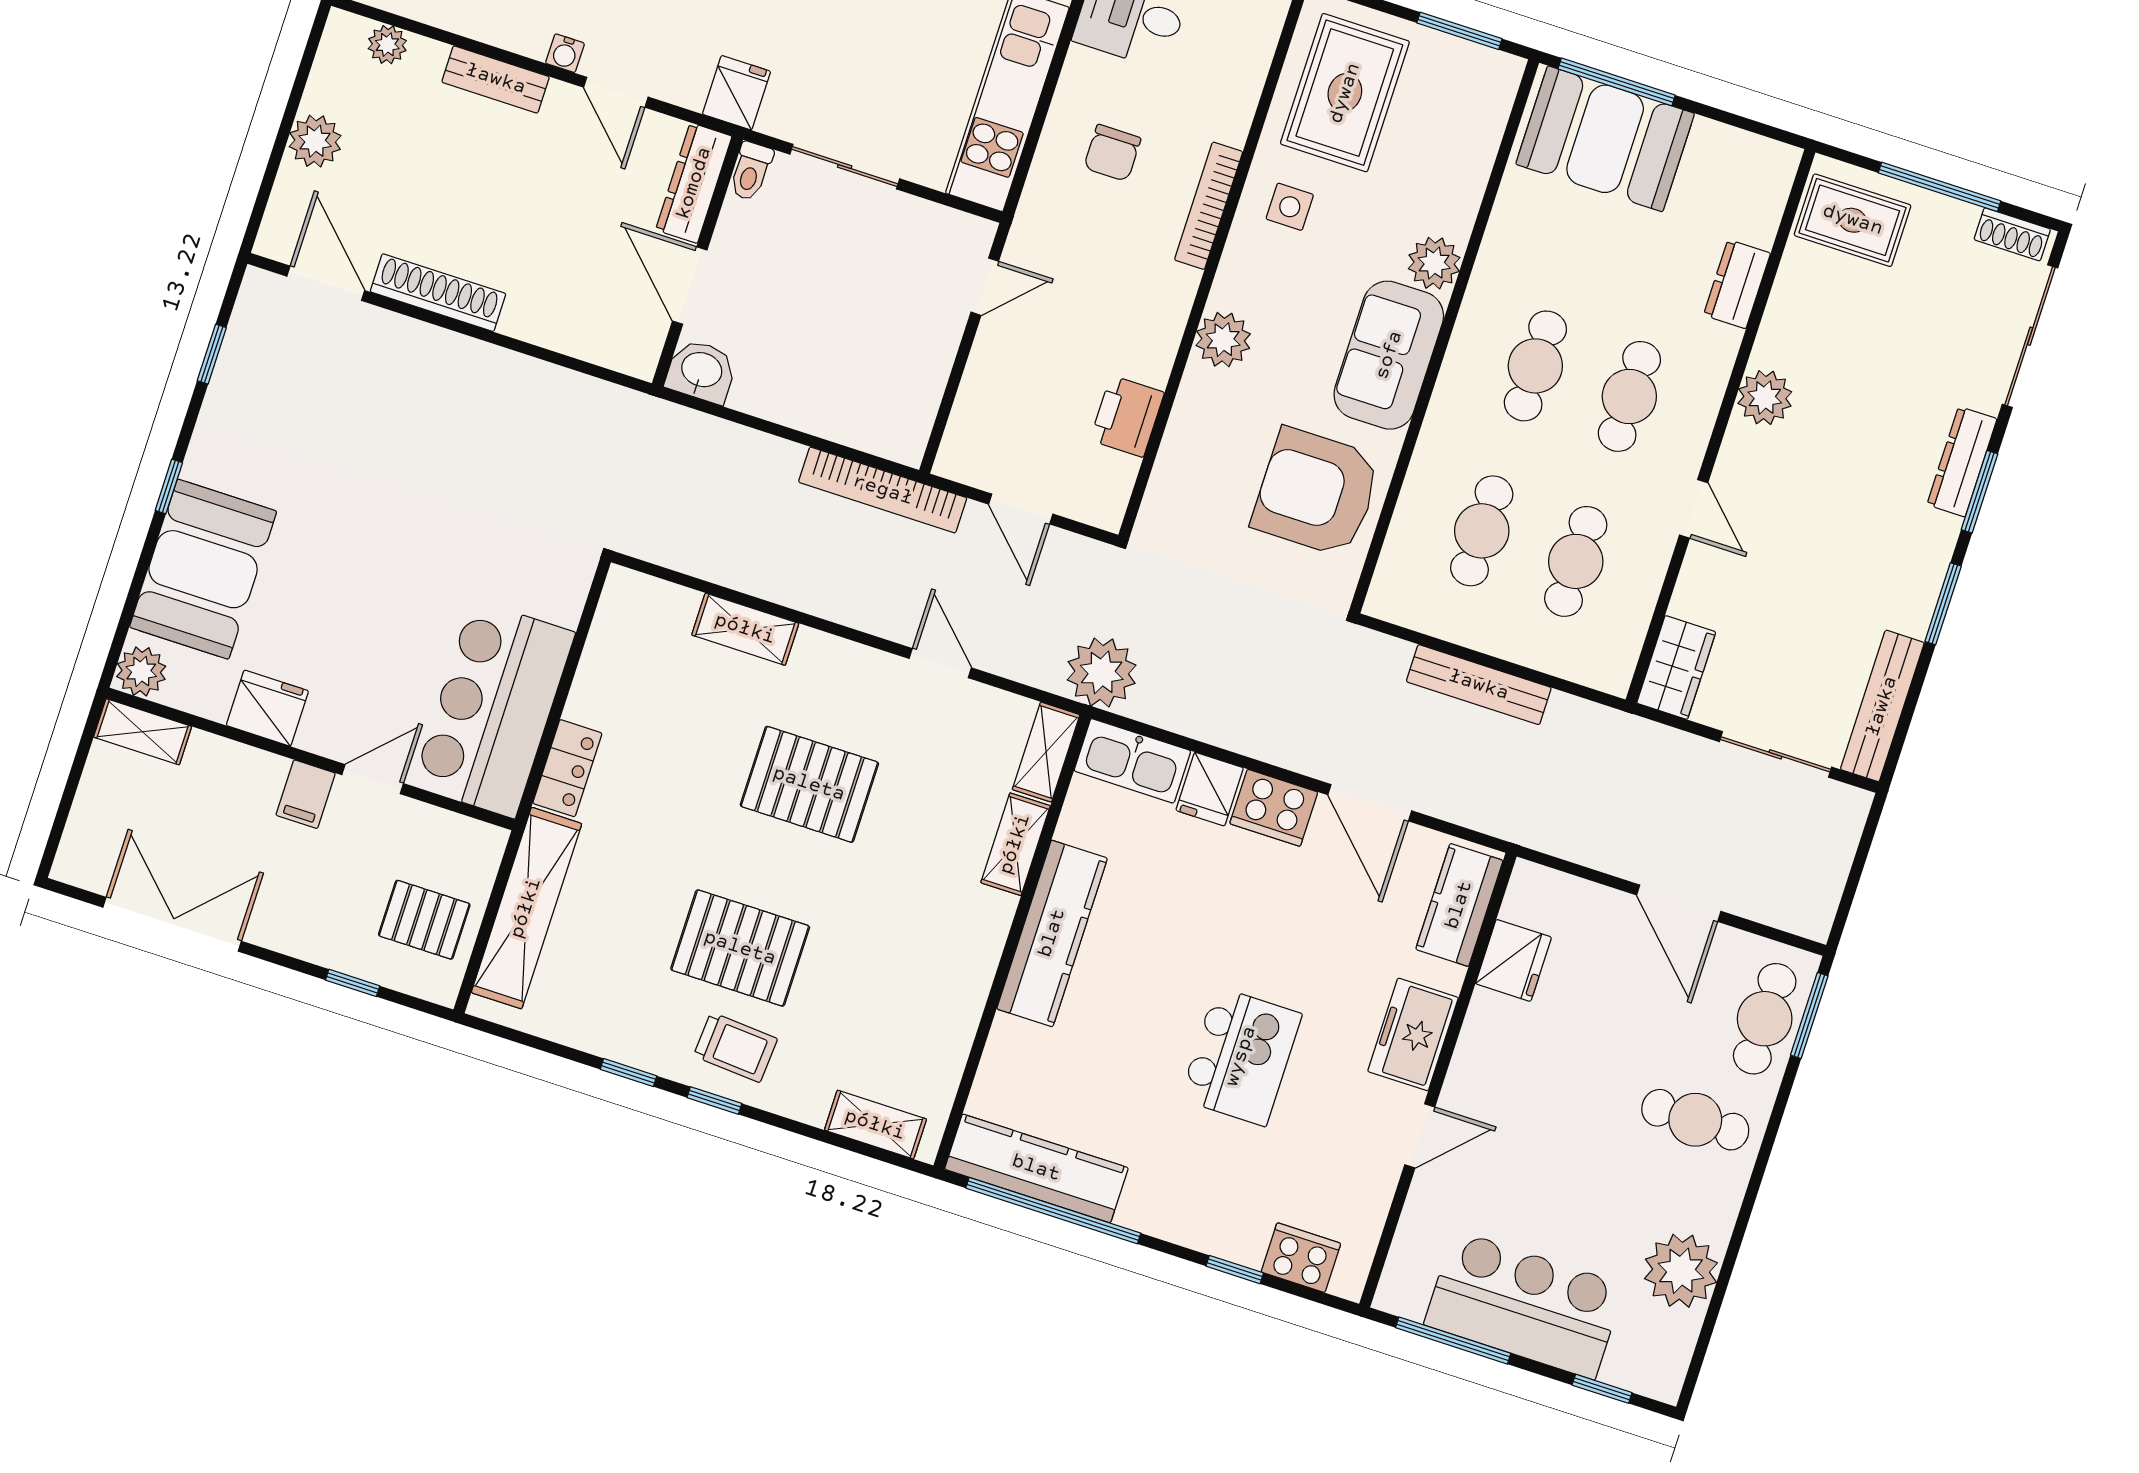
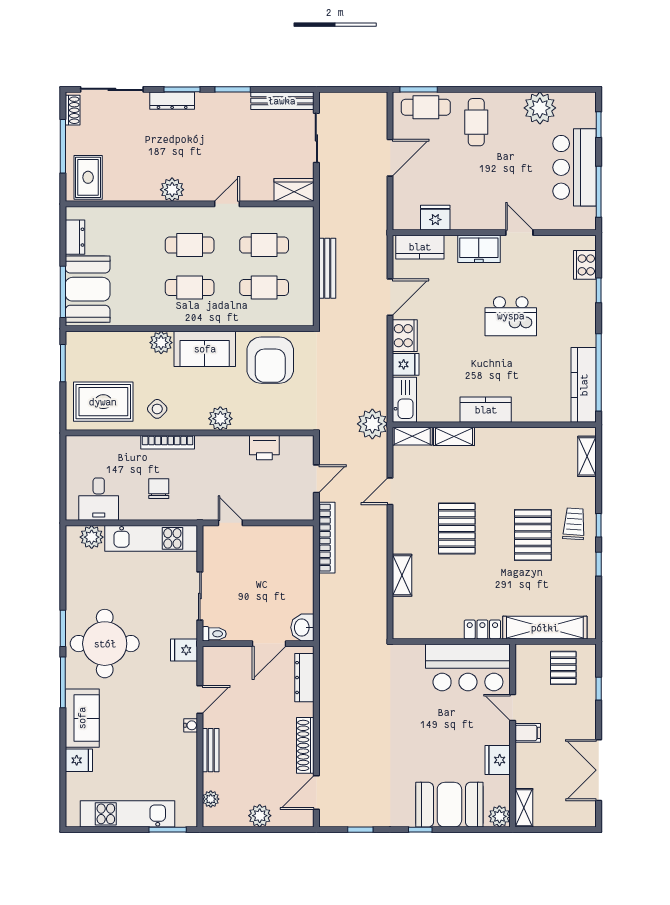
chair: (1112, 153) -> (159, 489), turned -90
dresser: (694, 183) -> (304, 678), moved, turned 90
side table: (1290, 207) -> (157, 409), turned 45
dresser: (1737, 284) -> (75, 237), moved, turned -90
kitchen counter: (1052, 933) -> (486, 410), width x0.67
kitchen island: (1241, 1056) -> (511, 316), turned 180

